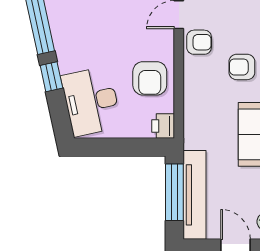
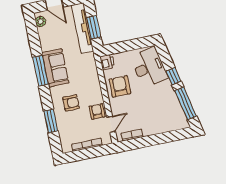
armchair: (199, 42) -> (97, 112), turned 90
window: (174, 192) -> (94, 27), width x0.69

